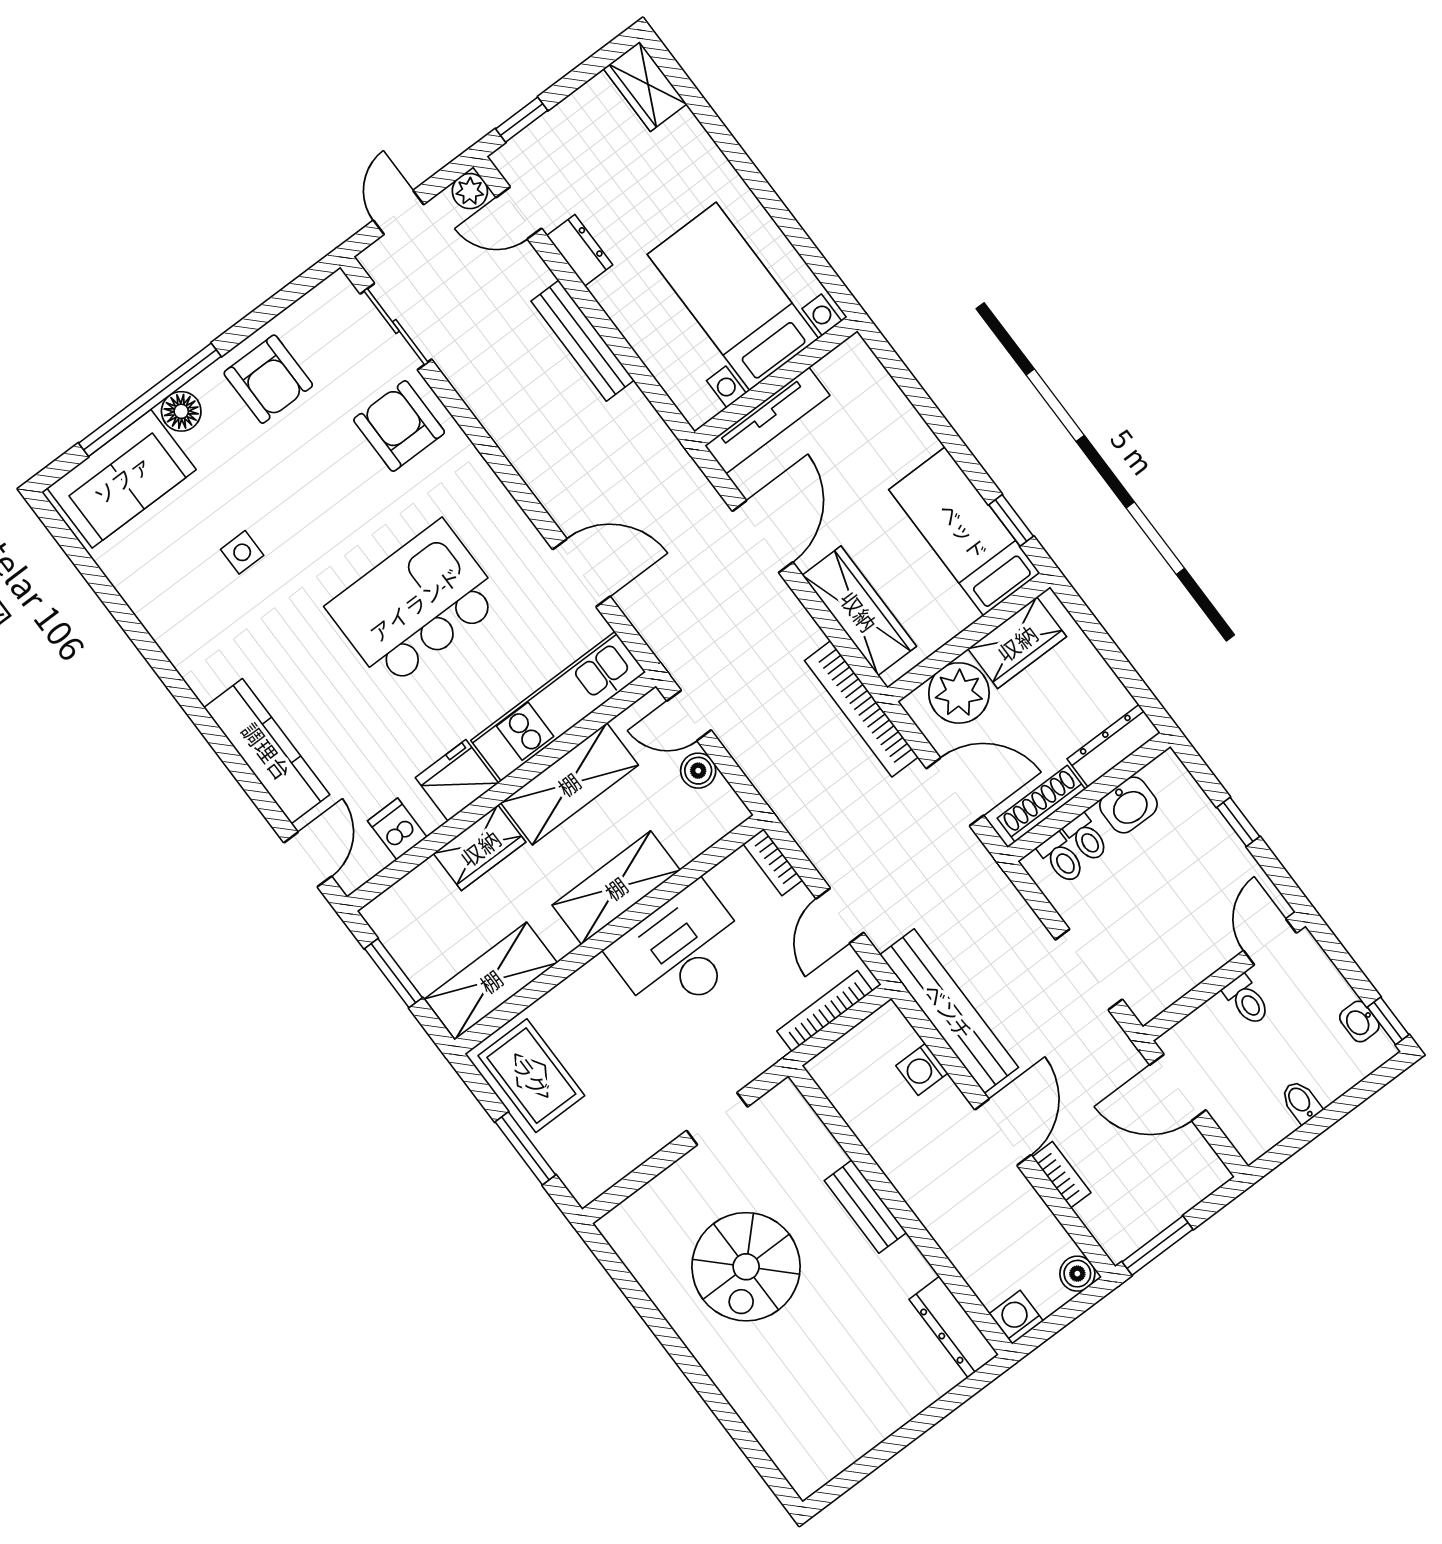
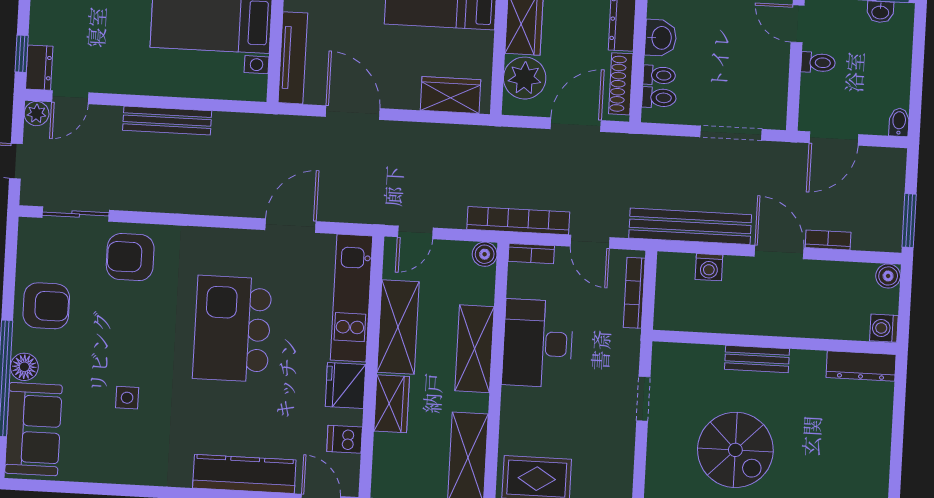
dresser: (580, 250) -> (39, 68), moved, turned 90
wardrobe: (859, 611) -> (451, 95), width x0.67
bookcase: (861, 709) -> (518, 221), moved, turned 180
boiler: (698, 771) -> (485, 254), moved
bidet: (1301, 1102) -> (899, 122), moved, turned 90

